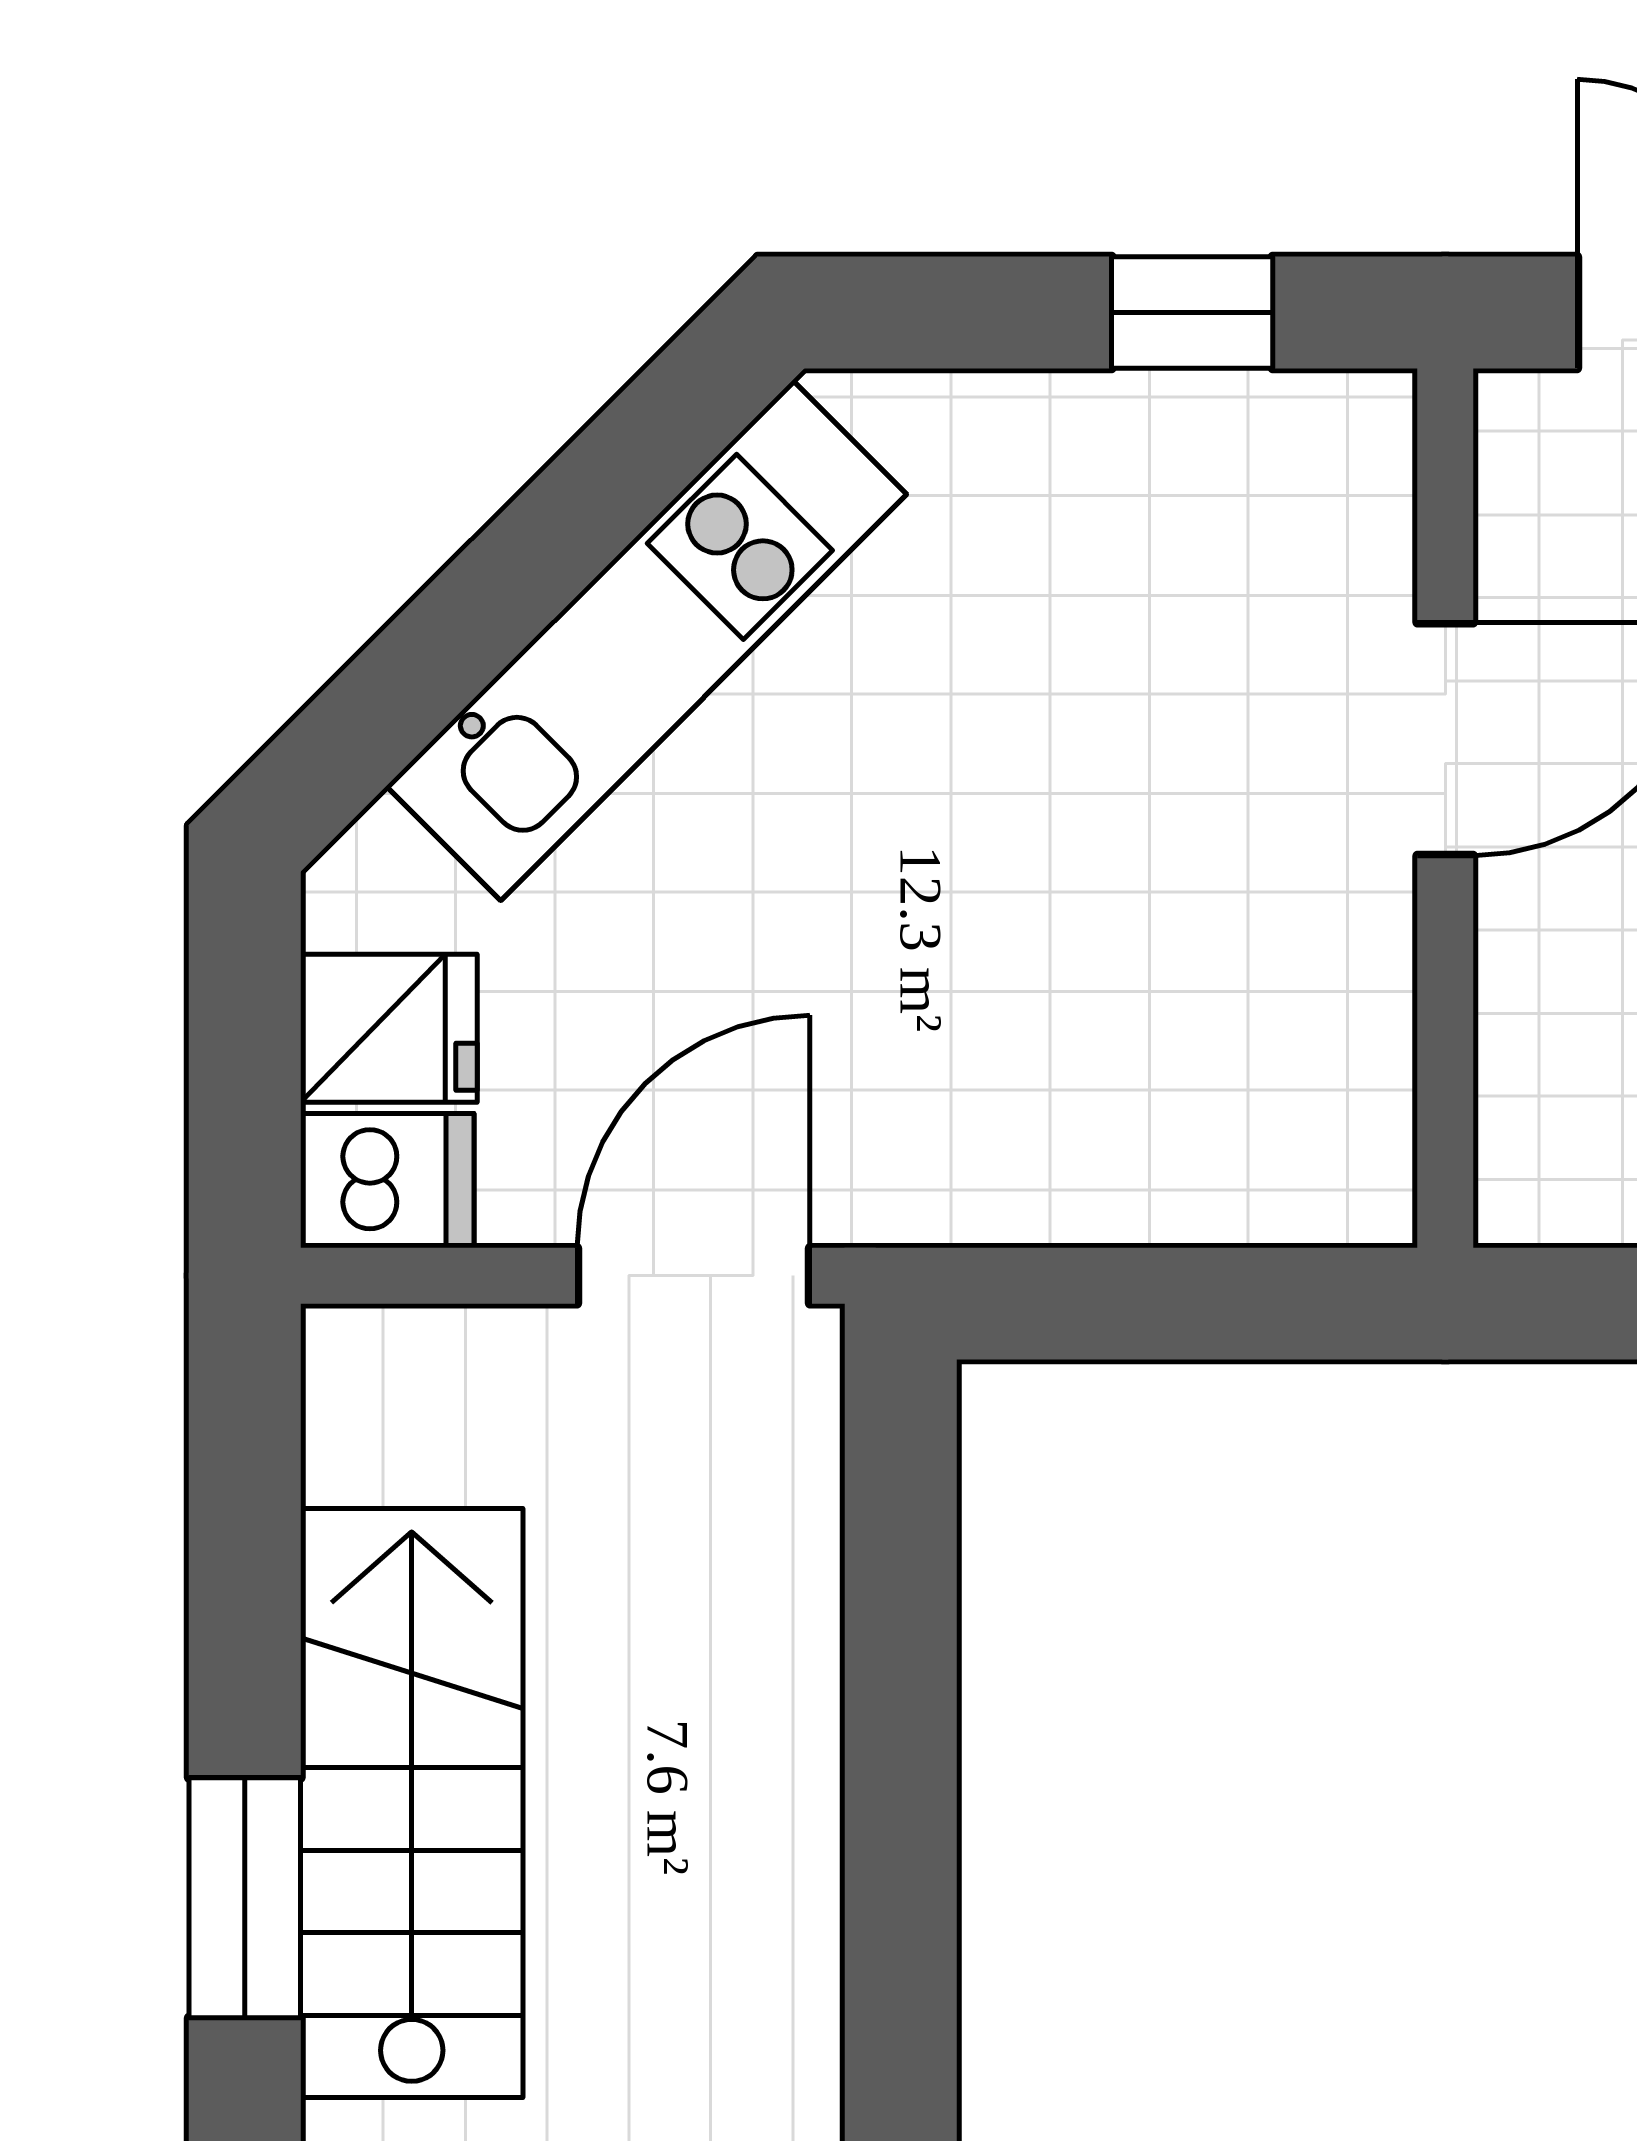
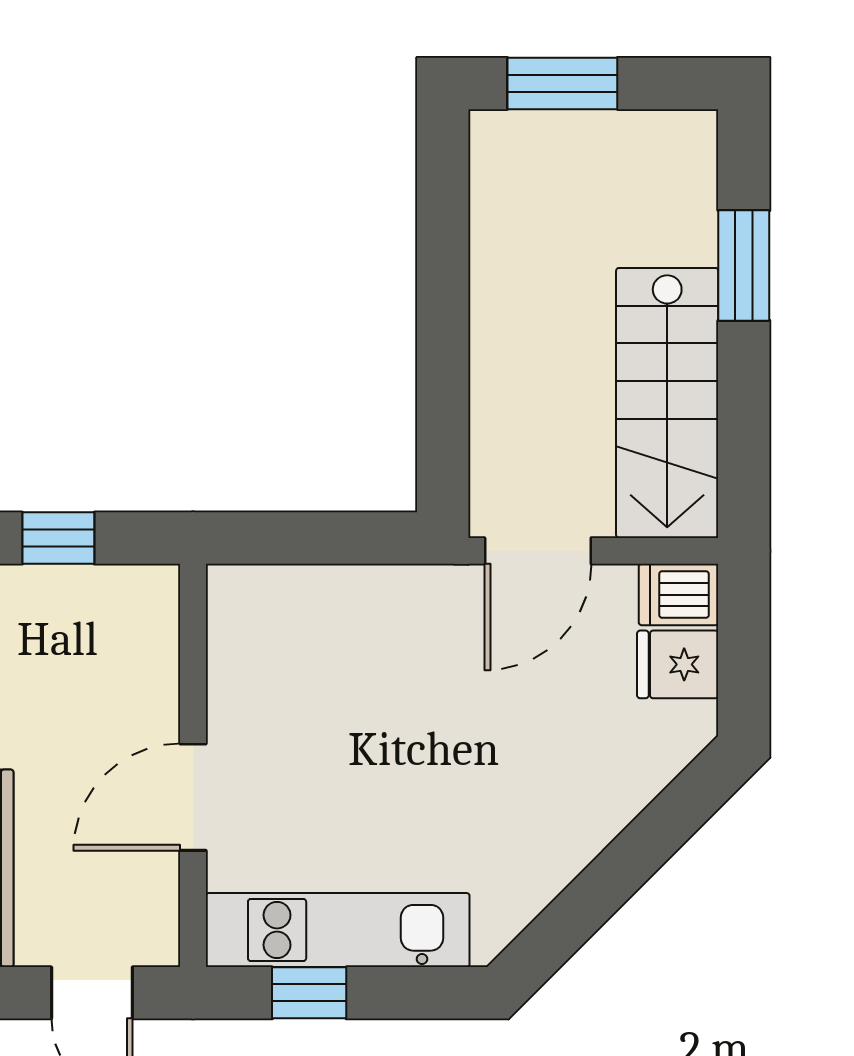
kitchen unit: (646, 640) -> (338, 930), moved, turned 45
stairs: (412, 1803) -> (667, 403), moved

